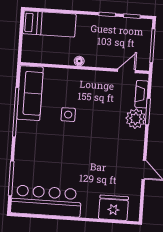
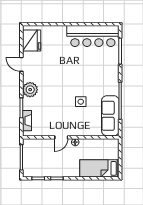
door: (127, 71) -> (61, 137), moved
plant: (136, 119) -> (30, 90), moved
fridge: (113, 208) -> (32, 40), moved, turned -90

